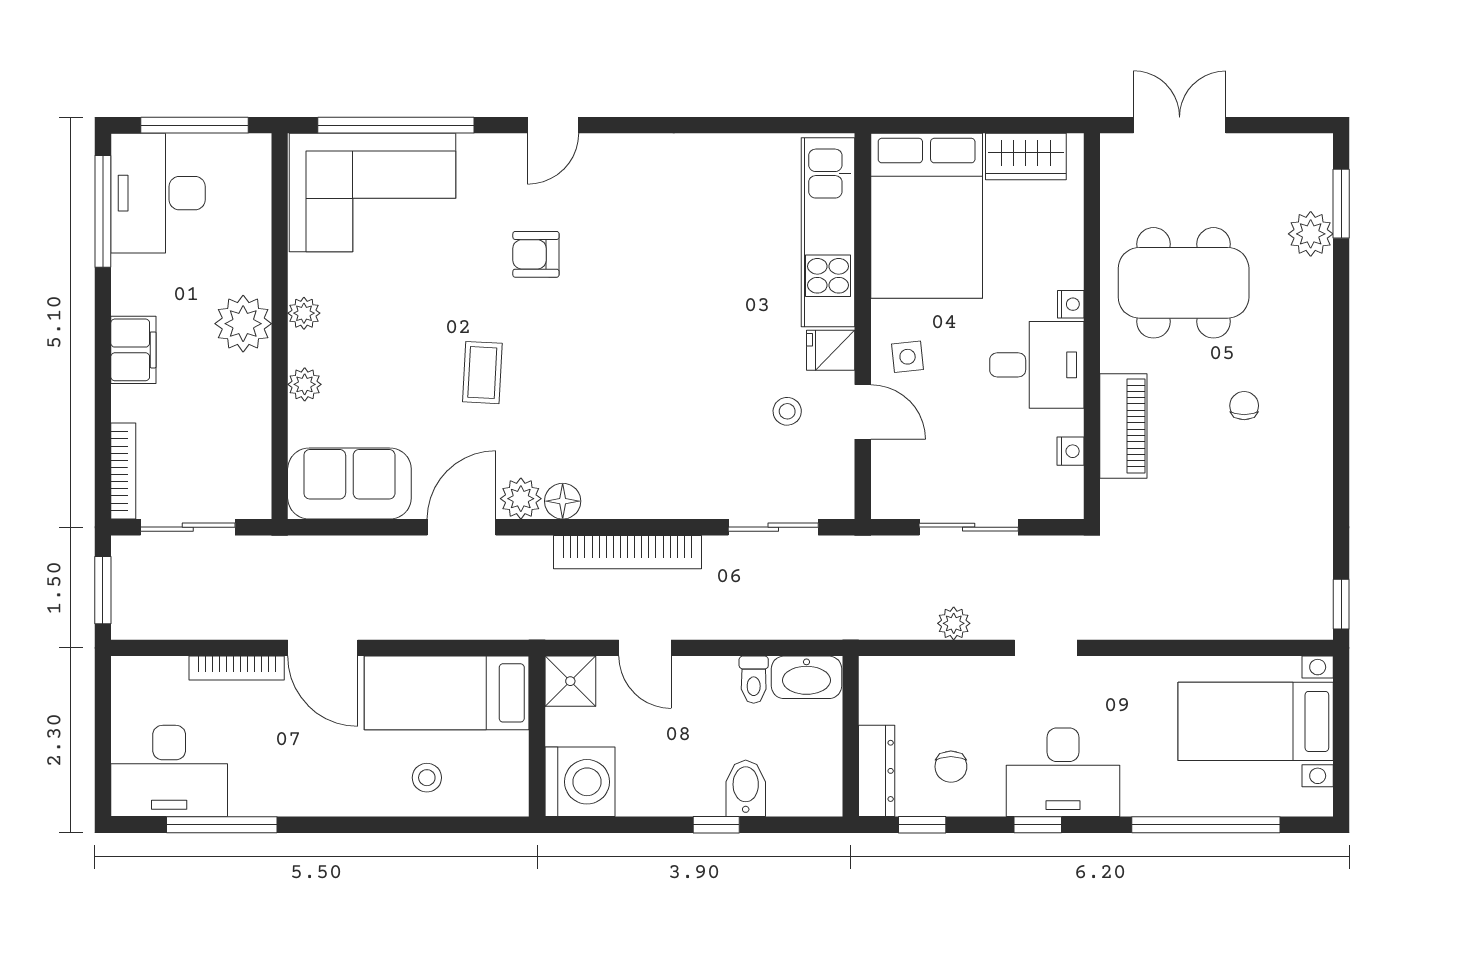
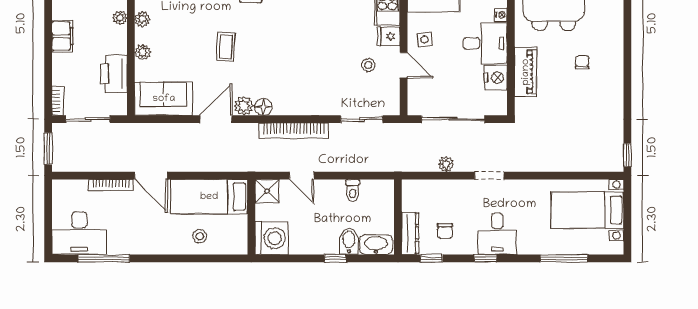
plant: (243, 324) -> (120, 18), width x0.53, depth x0.53
printer: (243, 430) -> (114, 74), added
nightstand: (1070, 451) -> (496, 78), width x1.89, depth x1.79
bookcase: (123, 471) -> (58, 101), width x0.64
sliding door: (969, 527) -> (453, 119), width x1.37
washbasin: (806, 677) -> (376, 245), moved, turned 180
desk: (1063, 772) -> (497, 234), width x0.73
window: (1206, 825) -> (564, 258), width x0.68

